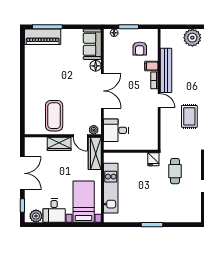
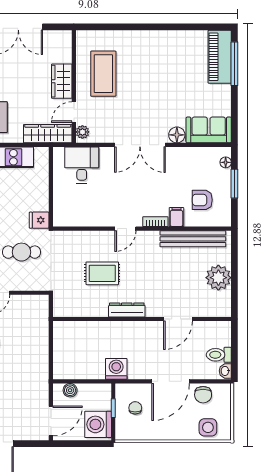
bench: (166, 70) -> (193, 239), moved
coffee table: (54, 116) -> (103, 74), turned 90

